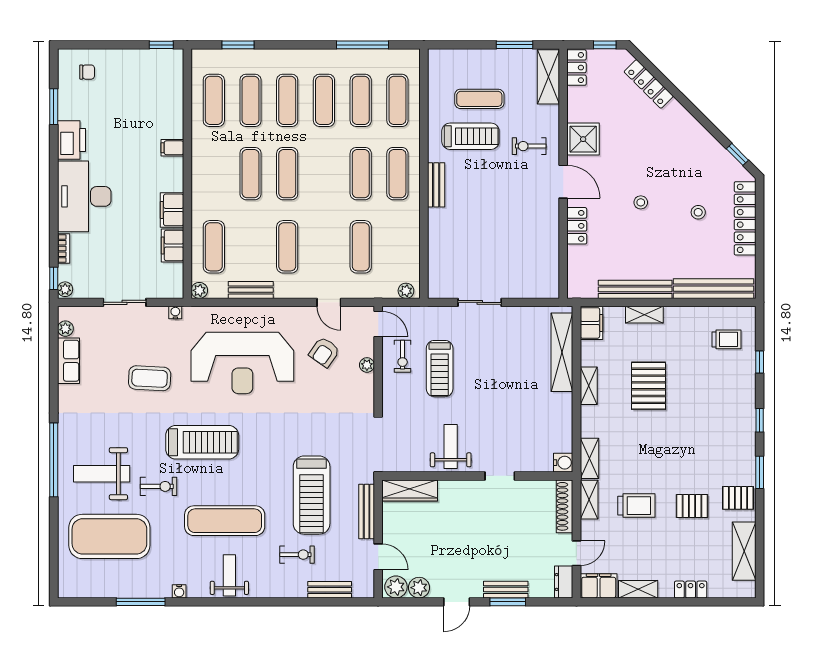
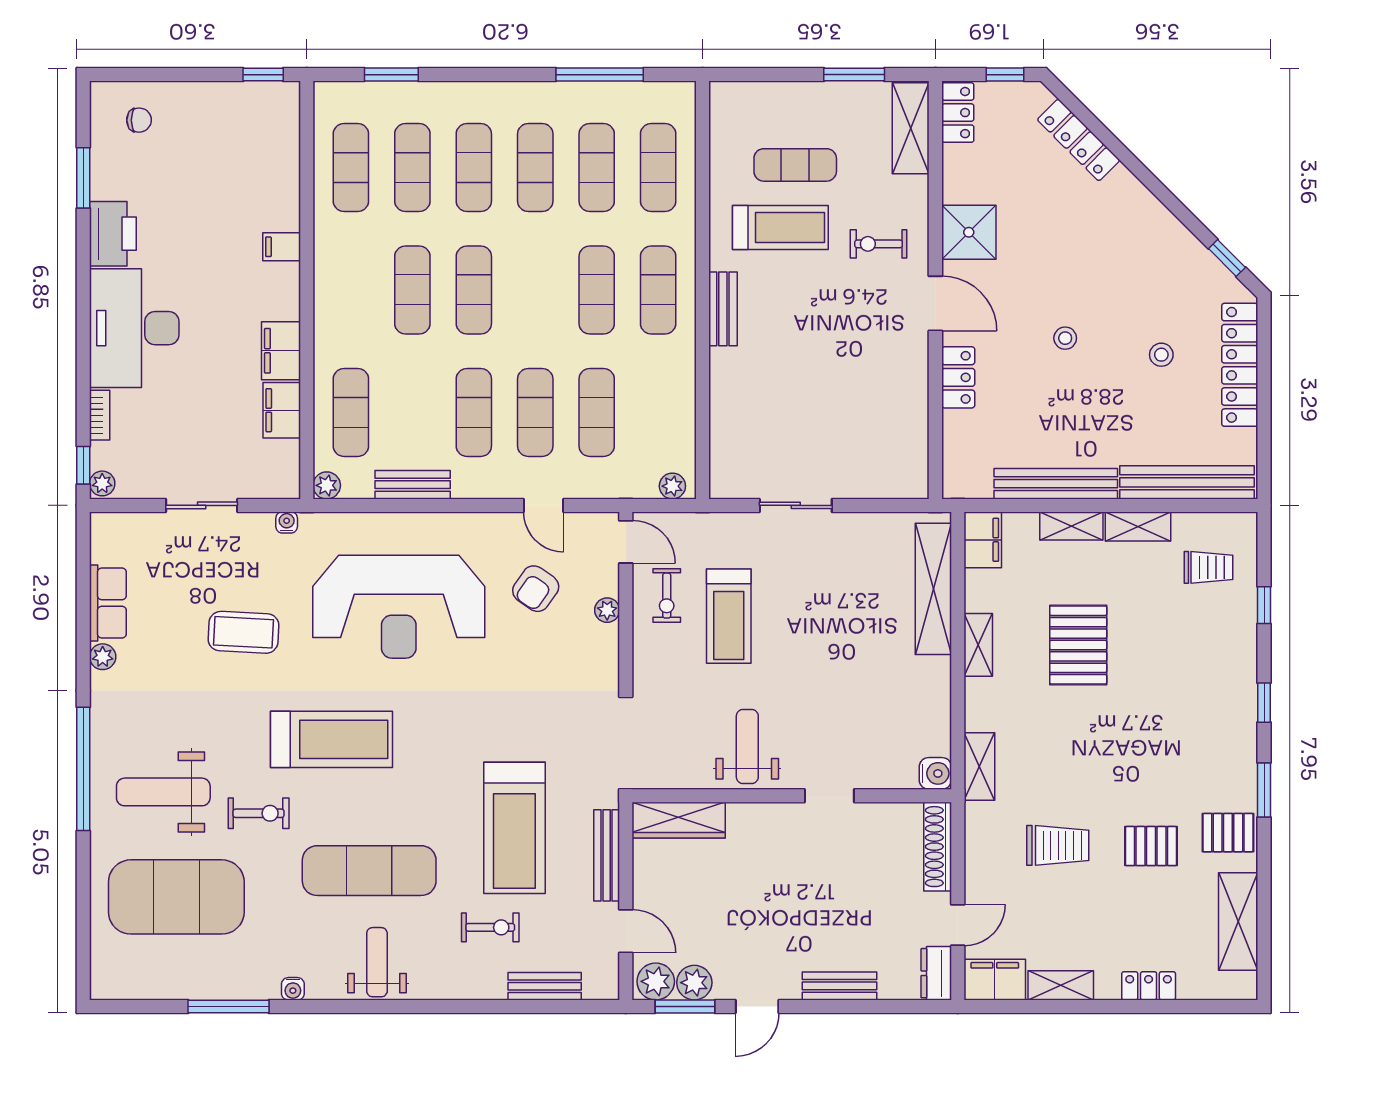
exercise mat: (324, 247) -> (535, 412), added
plant: (65, 329) -> (103, 657), moved
shelving: (589, 500) -> (1138, 526), moved, turned 90
window: (508, 602) -> (685, 1006), moved

